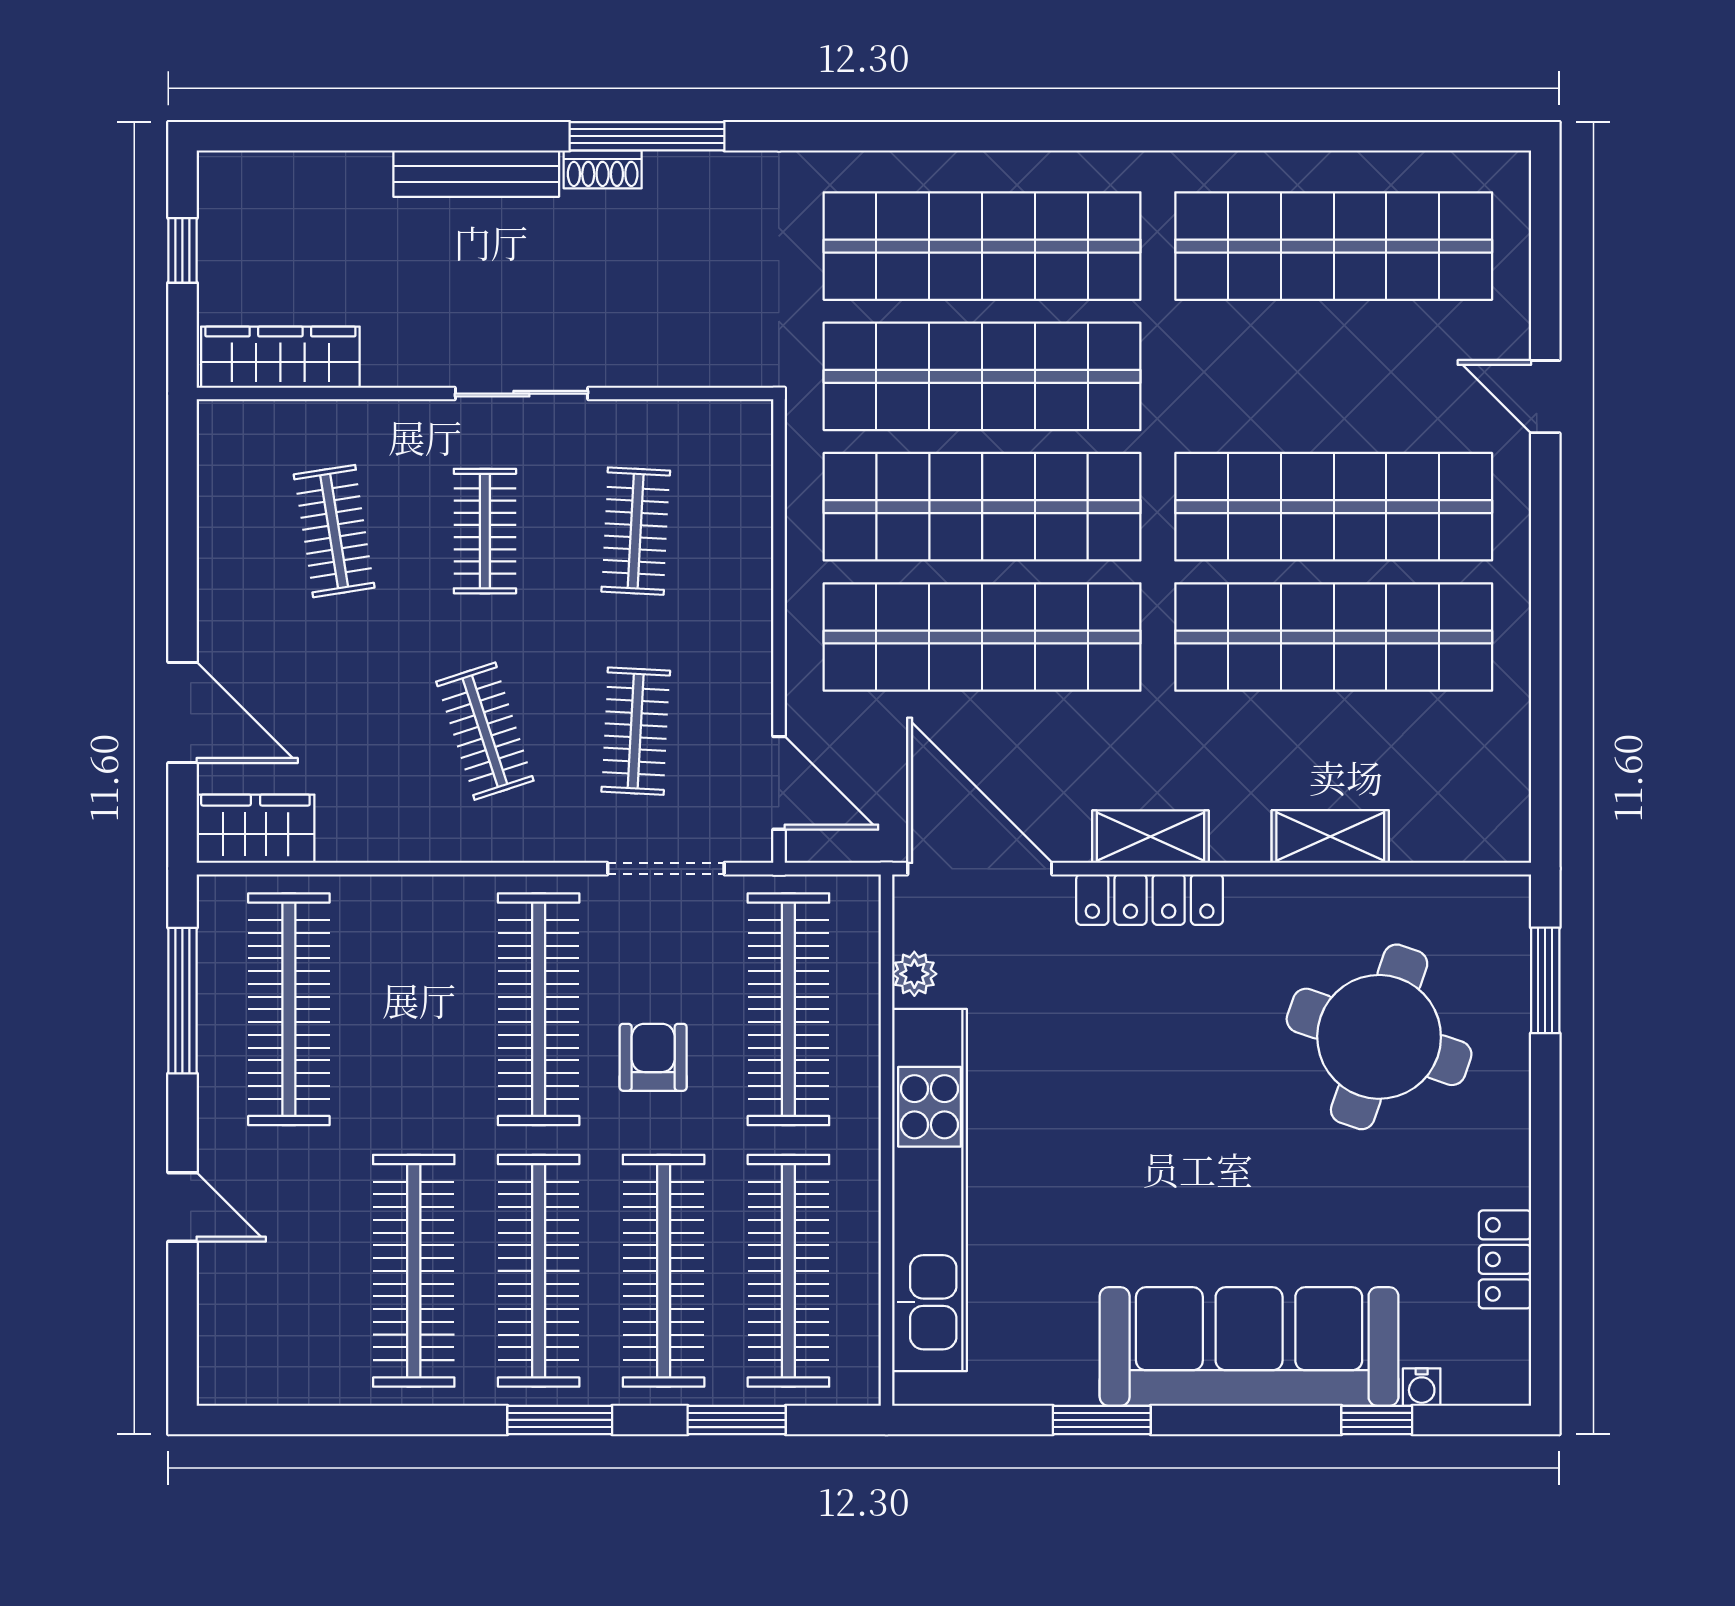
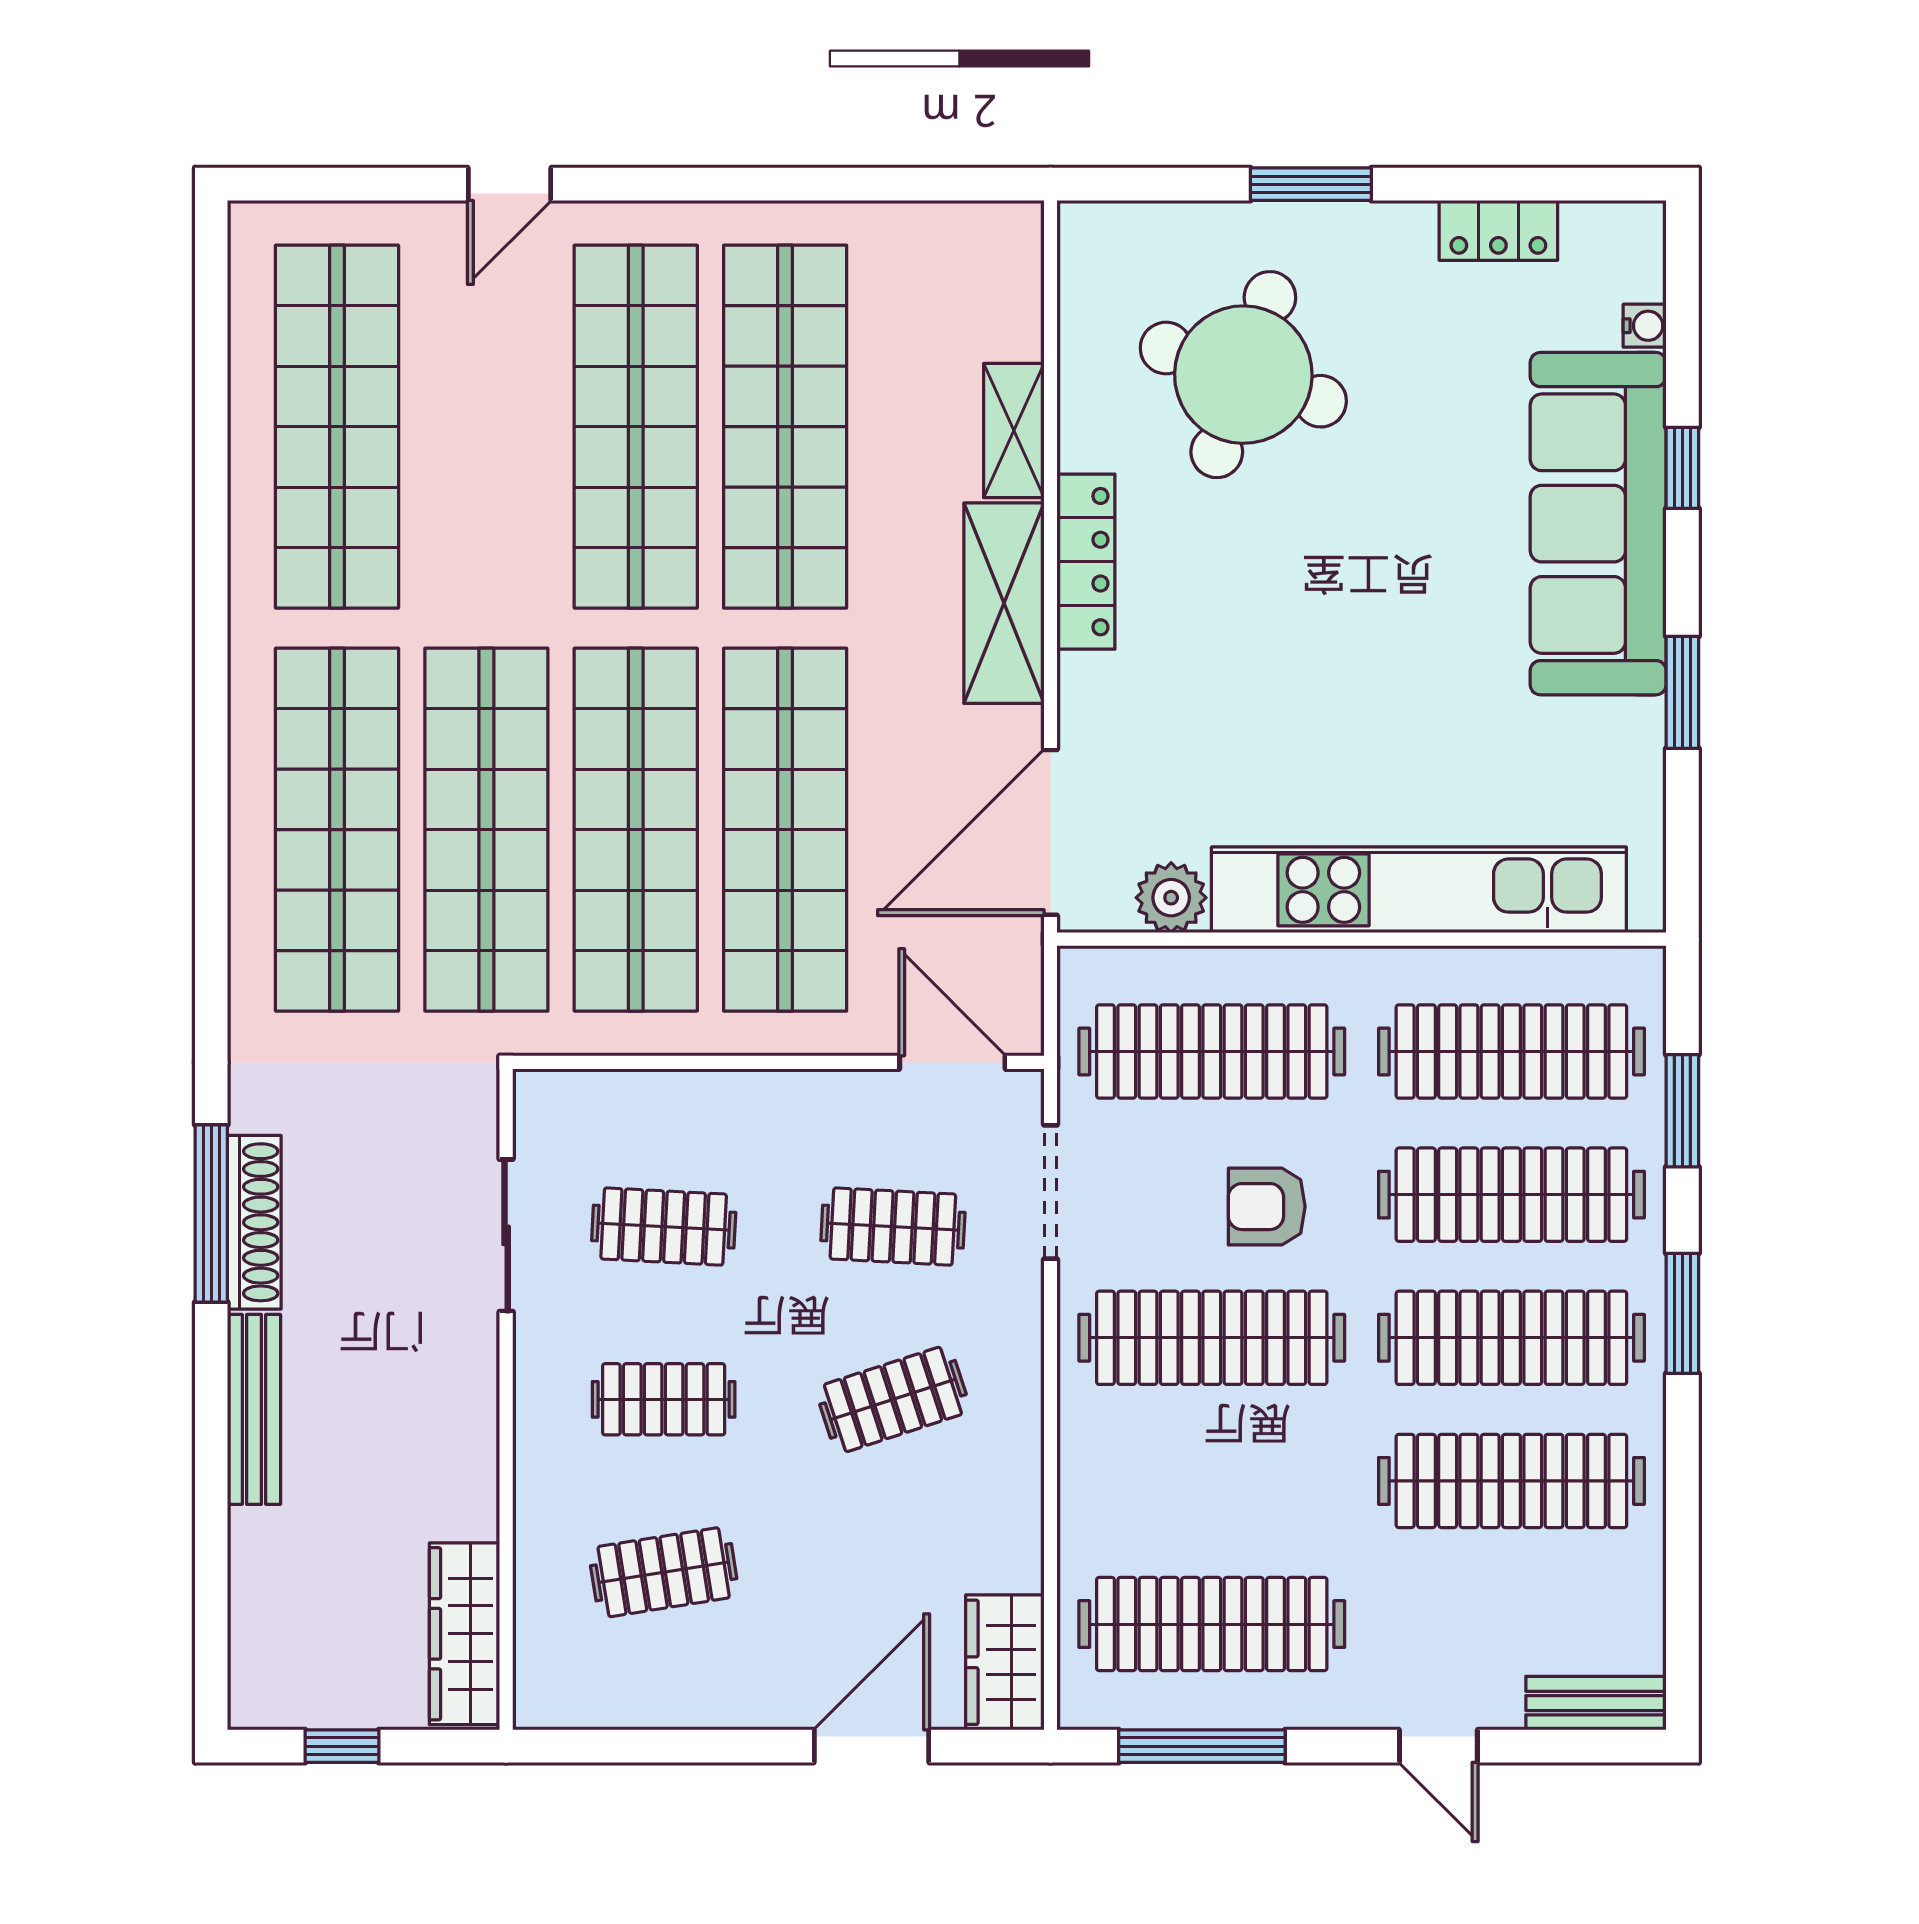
shoe rack: (603, 169) -> (254, 1222), width x1.94, depth x1.24
sliding door: (521, 394) -> (506, 1235), moved
door: (779, 783) -> (952, 1062), hinge flipped
shelving: (1150, 837) -> (1004, 603), width x1.50, depth x1.33
locker: (1150, 900) -> (1086, 562), moved
plant: (914, 974) -> (1171, 898), width x1.38, depth x1.38
window: (1545, 980) -> (1311, 184), moved
door: (182, 1207) -> (1438, 1746), swing flipped
bench: (220, 1345) -> (1596, 1703), added
window: (1377, 1420) -> (1682, 468), moved

